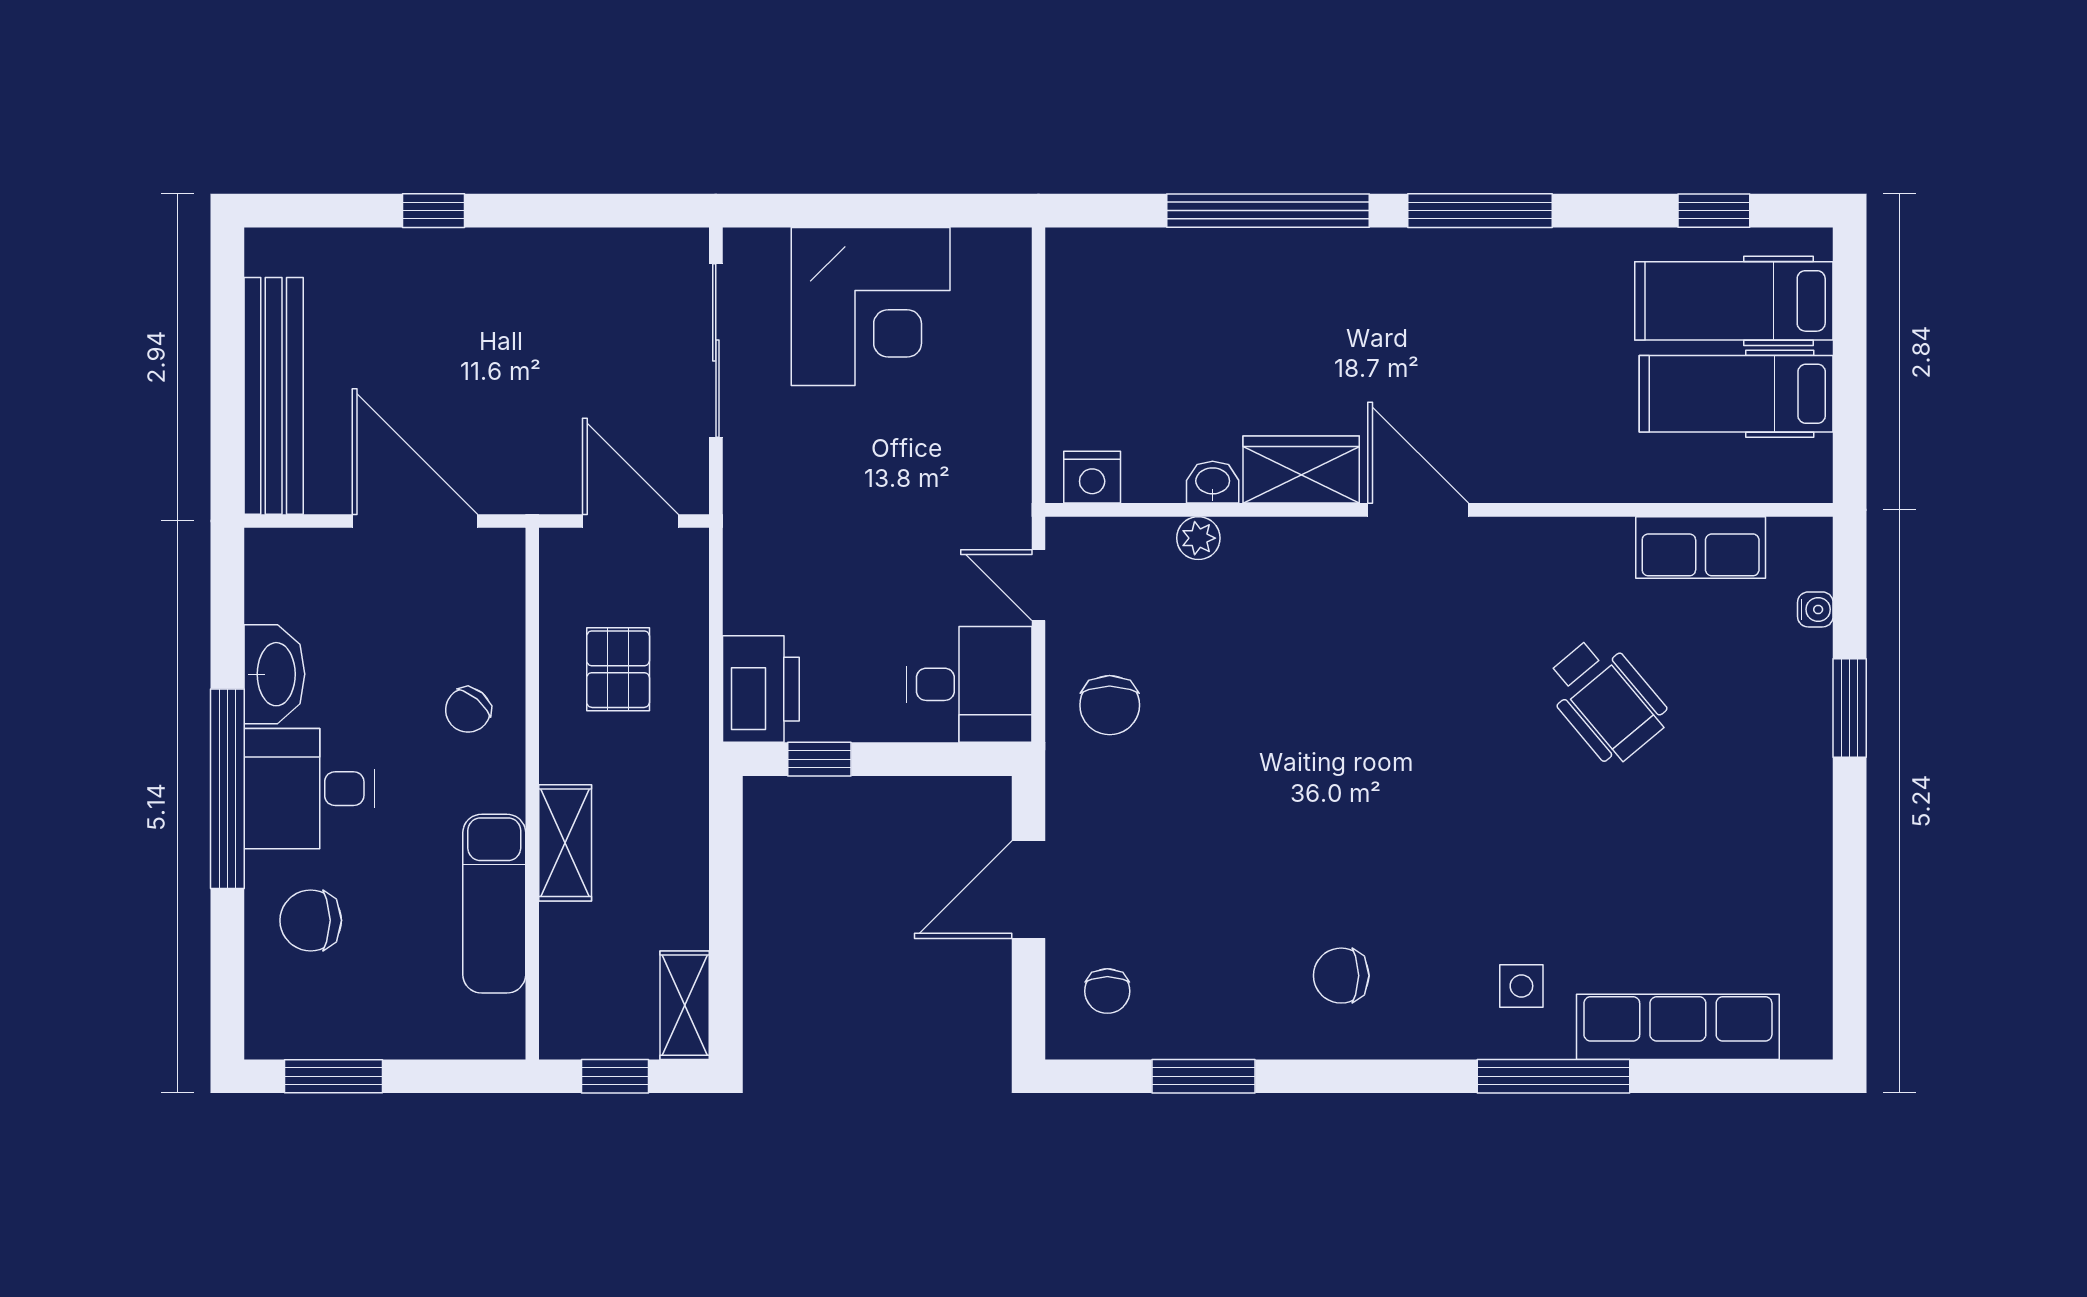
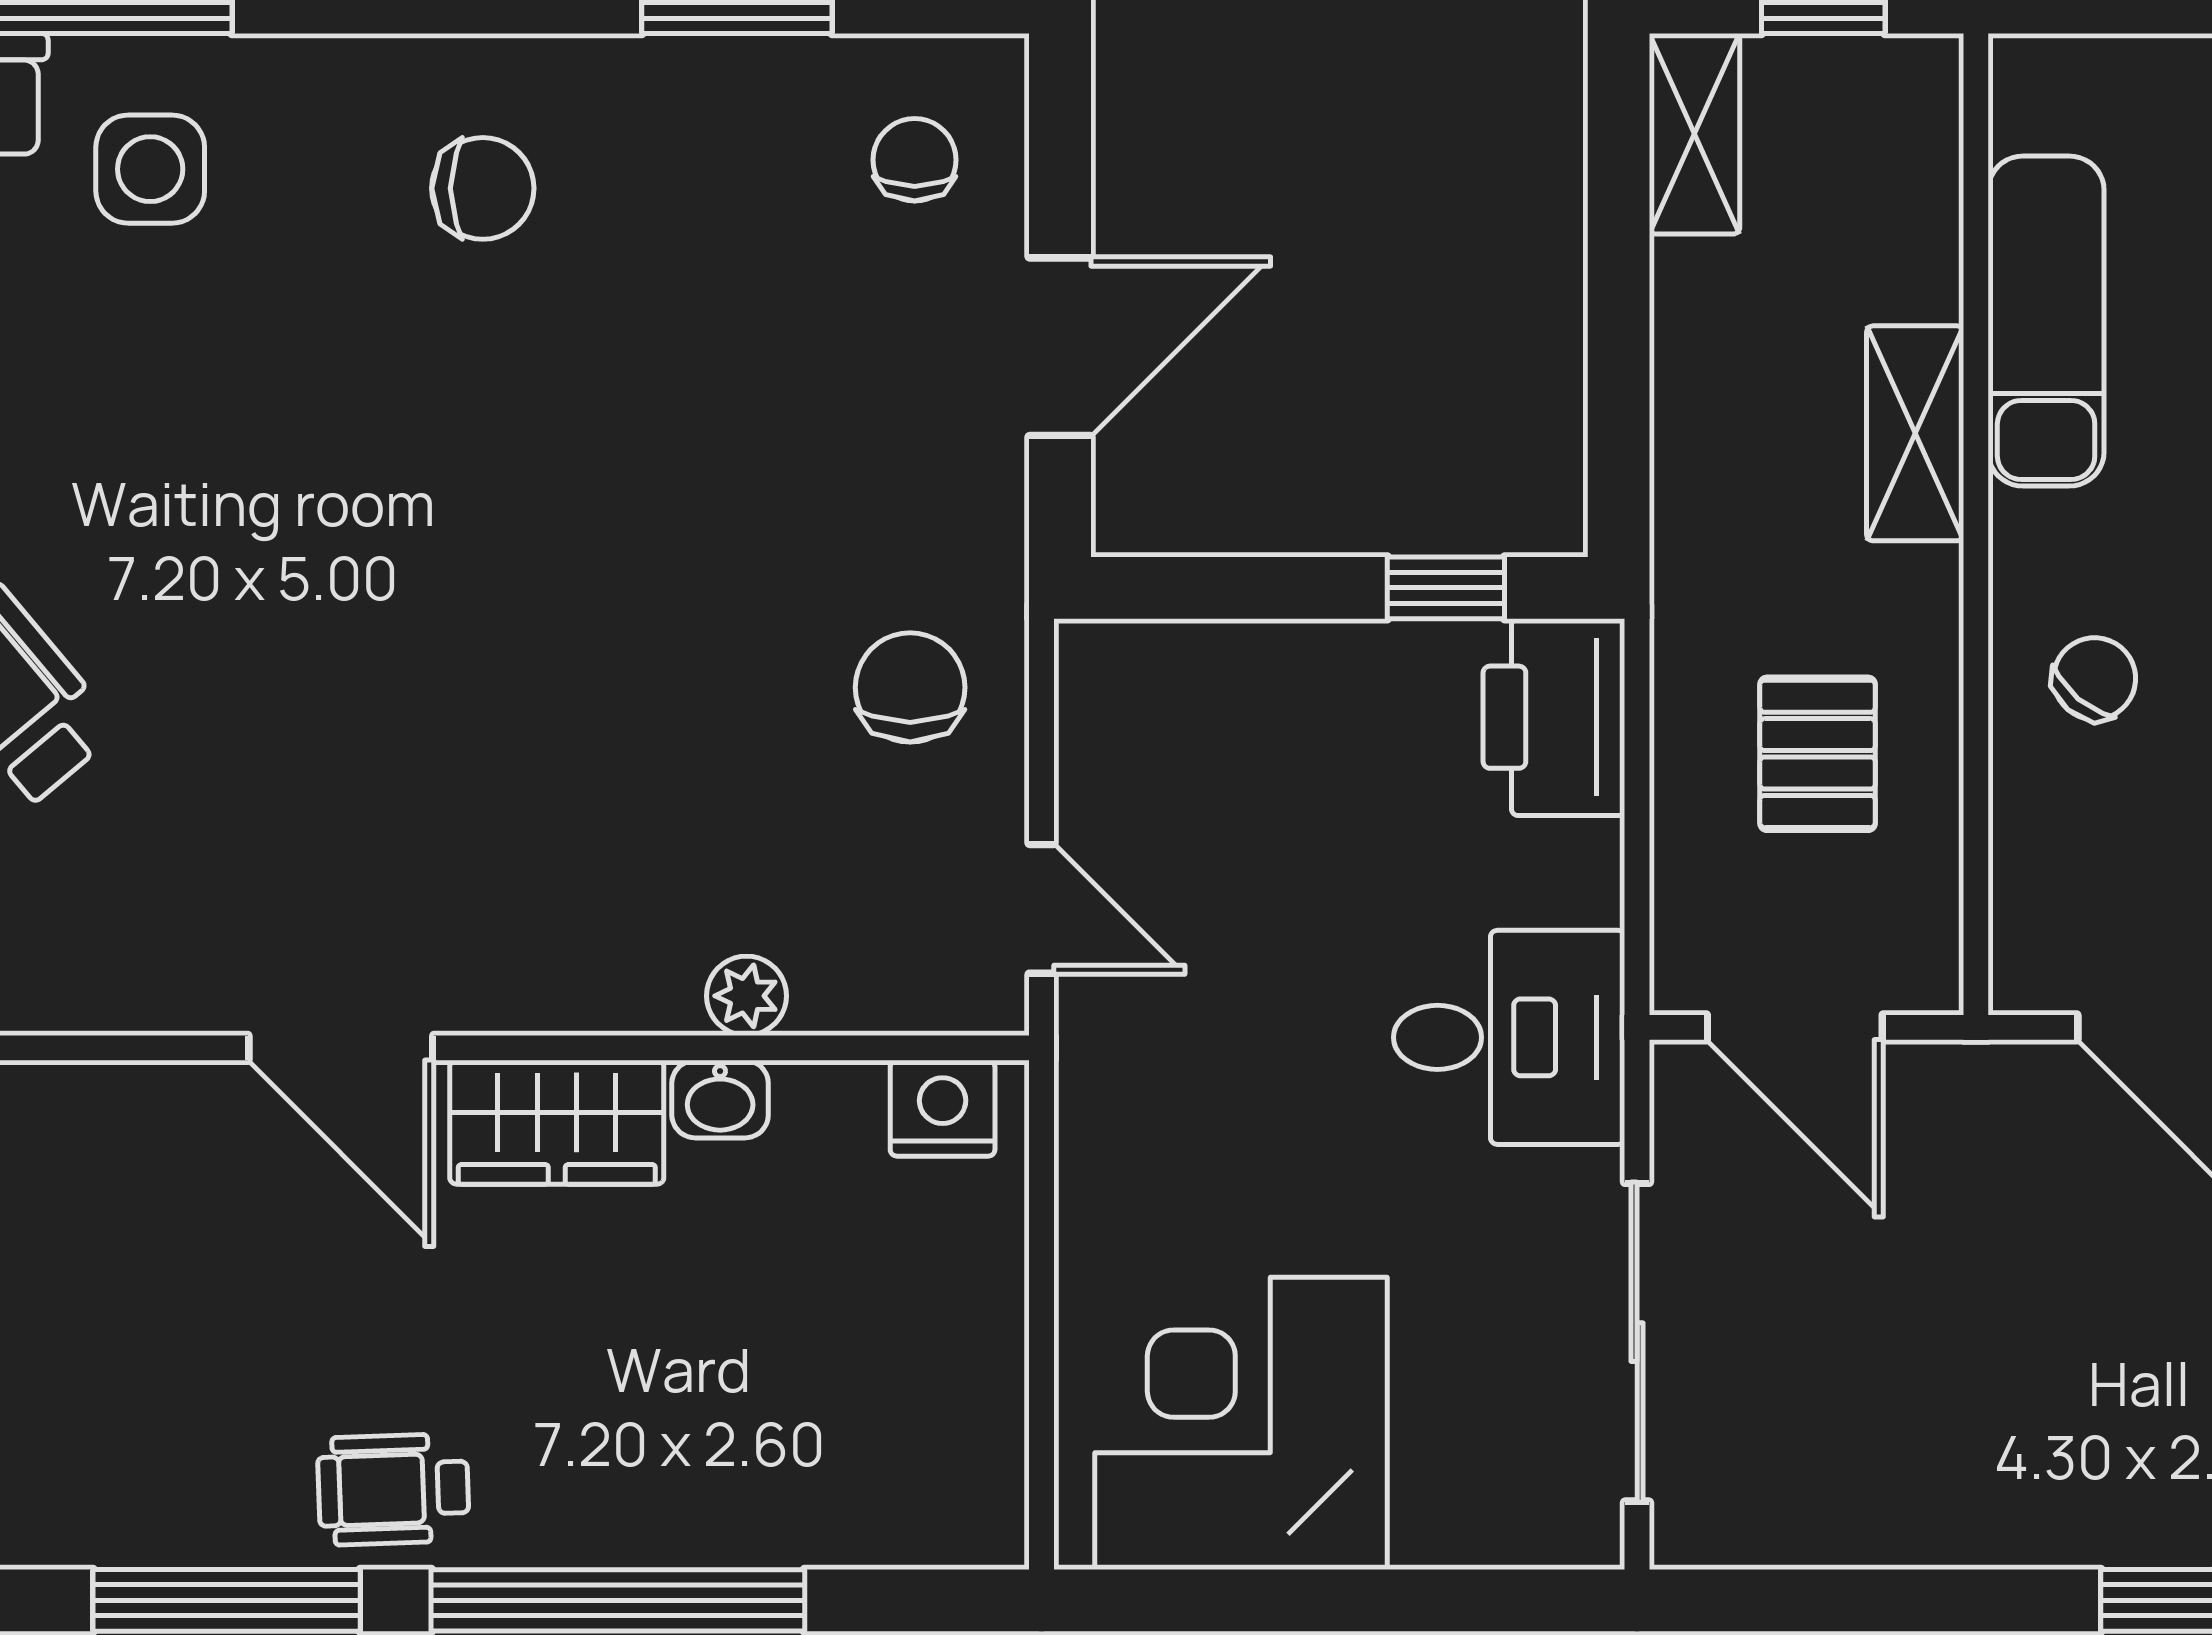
wheelchair: (1390, 271) -> (393, 1489), added
corner desk: (871, 306) -> (1241, 1423), moved
desk: (969, 684) -> (1509, 1037), moved, turned 180
side table: (1521, 986) -> (150, 169), width x1.37, depth x1.37

